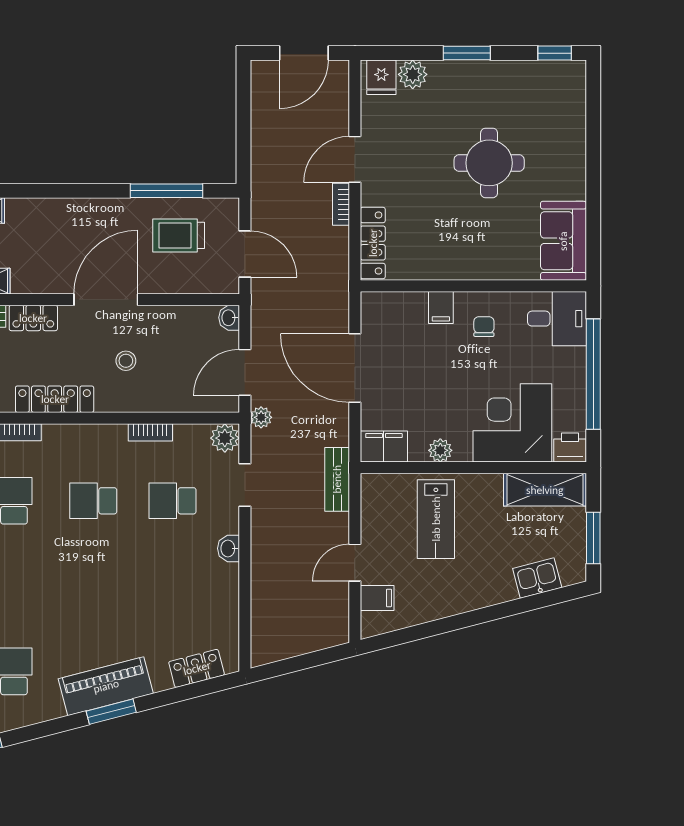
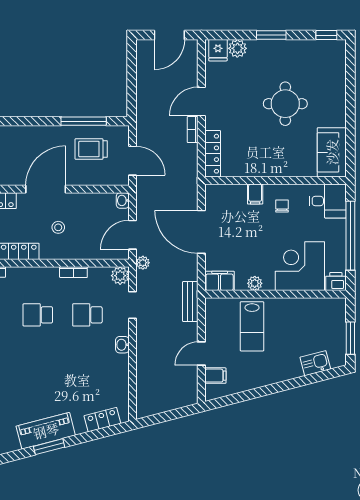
shelving: (545, 490) -> (320, 308), removed

